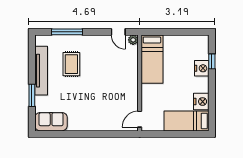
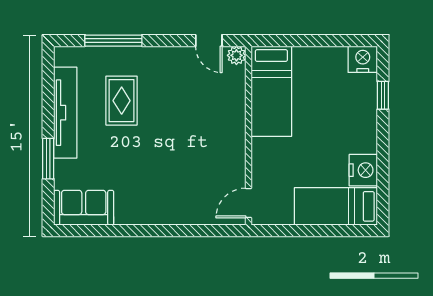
nightstand: (202, 68) -> (363, 59), moved, turned -90

